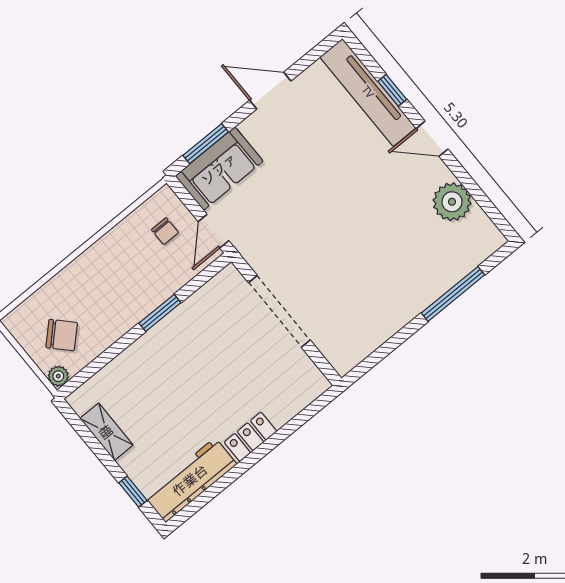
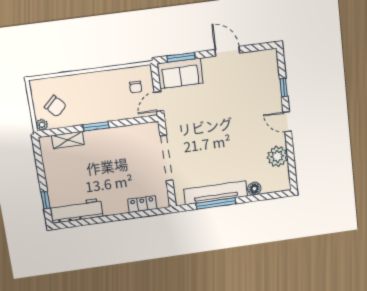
tv unit: (368, 92) -> (216, 193), moved, turned 90
floor lamp: (449, 275) -> (254, 189), added
window: (453, 294) -> (216, 203), moved
window: (160, 313) -> (96, 126), moved
shelving: (106, 432) -> (68, 140), moved, turned 90
locker: (250, 437) -> (142, 204), moved

